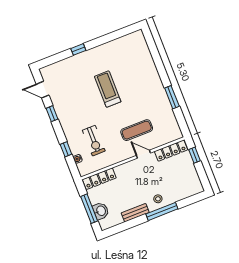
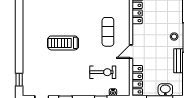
window: (78, 49) -> (19, 80), moved
door: (143, 154) -> (131, 52), moved

